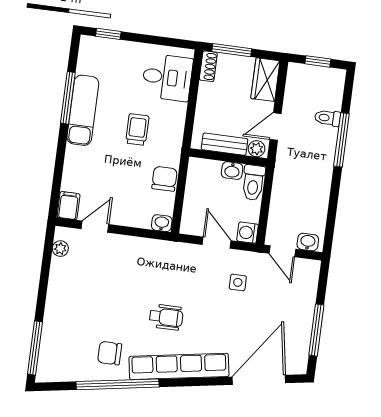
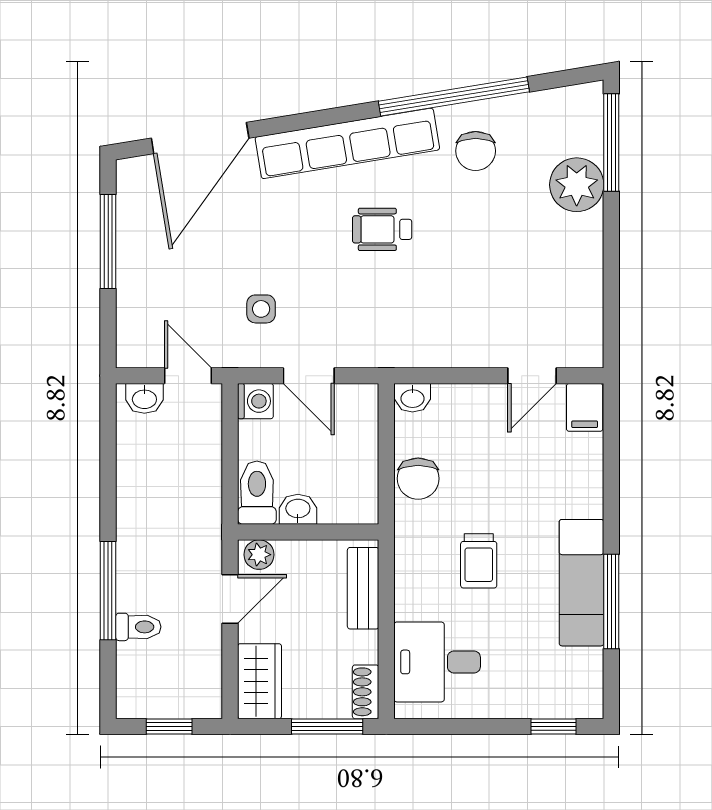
bench: (225, 144) -> (363, 588), moved, turned 90
plant: (60, 249) -> (577, 185), moved, width x1.87, depth x1.87
chair: (110, 353) -> (476, 151), turned 90

